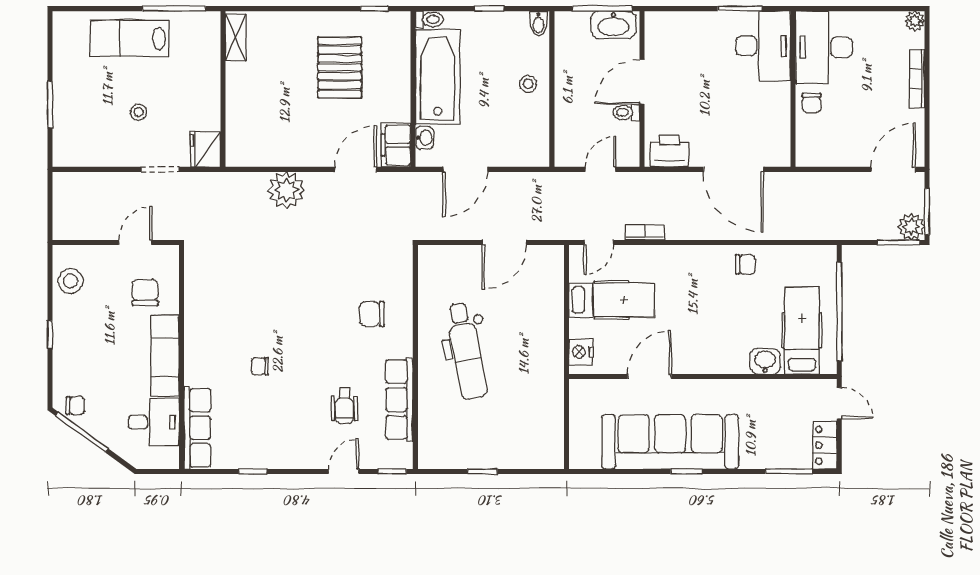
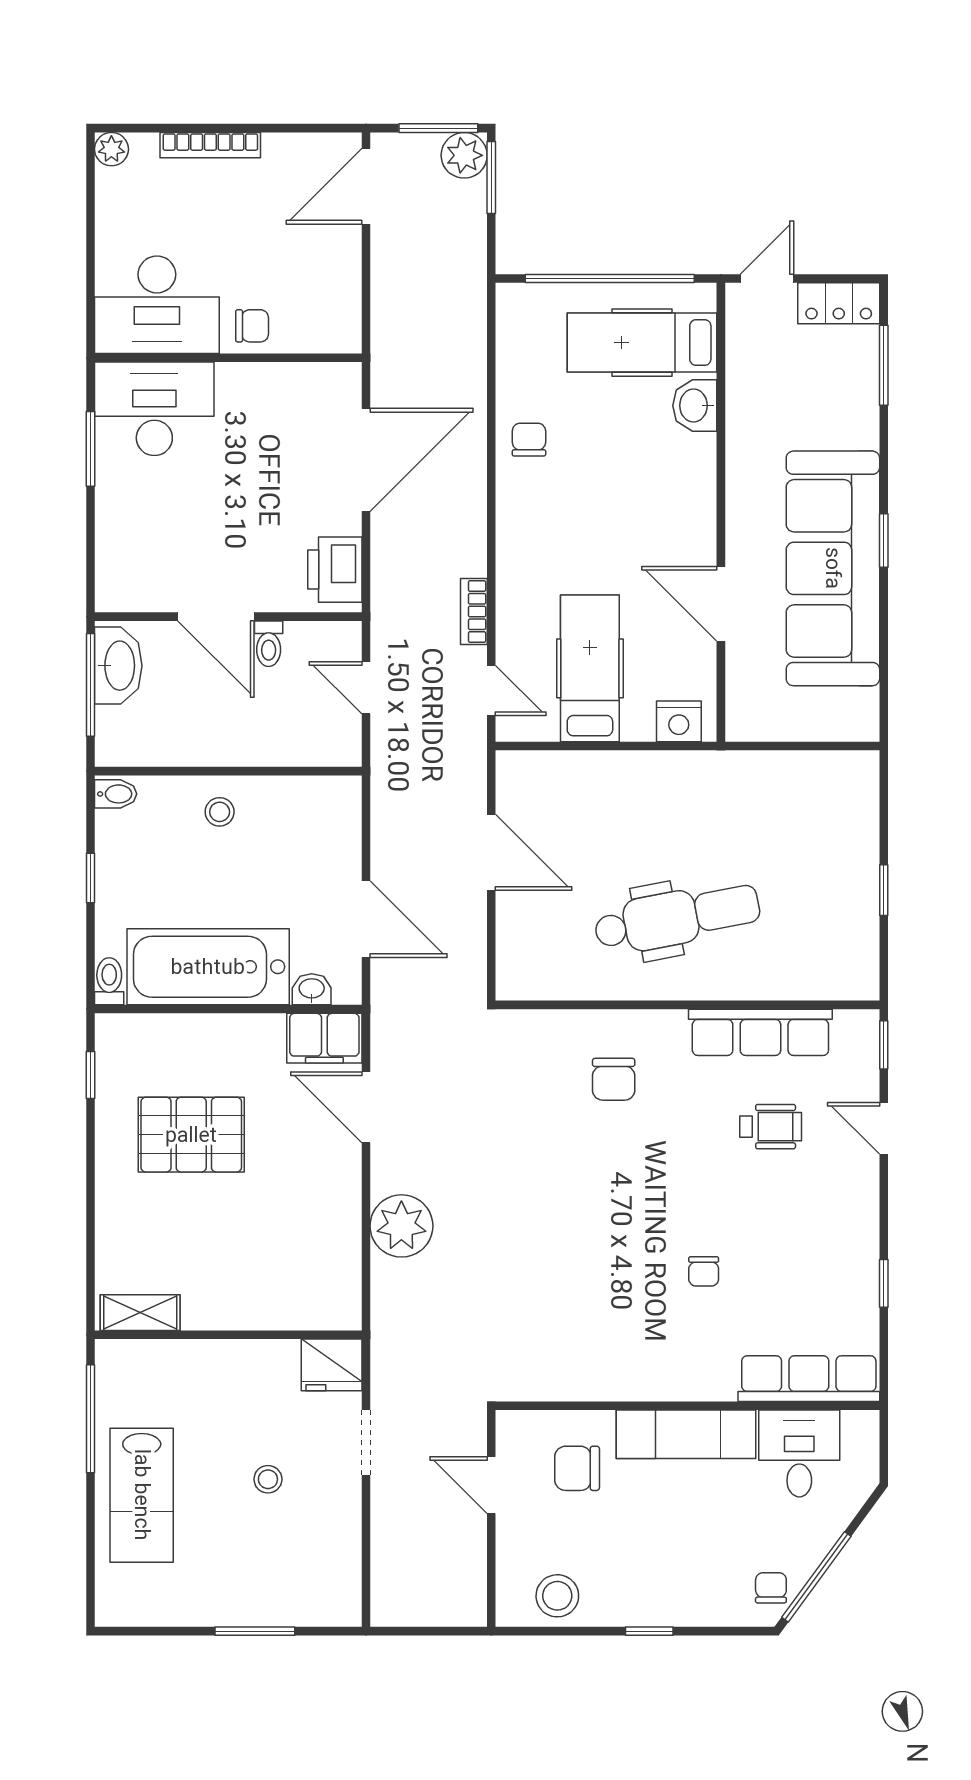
door: (893, 169) -> (366, 186), hinge flipped

